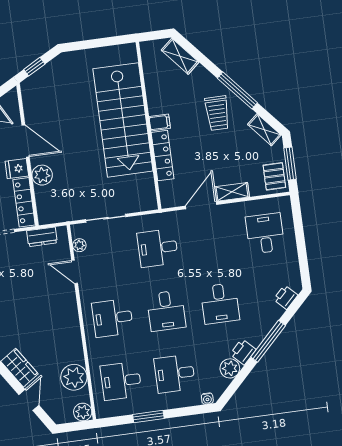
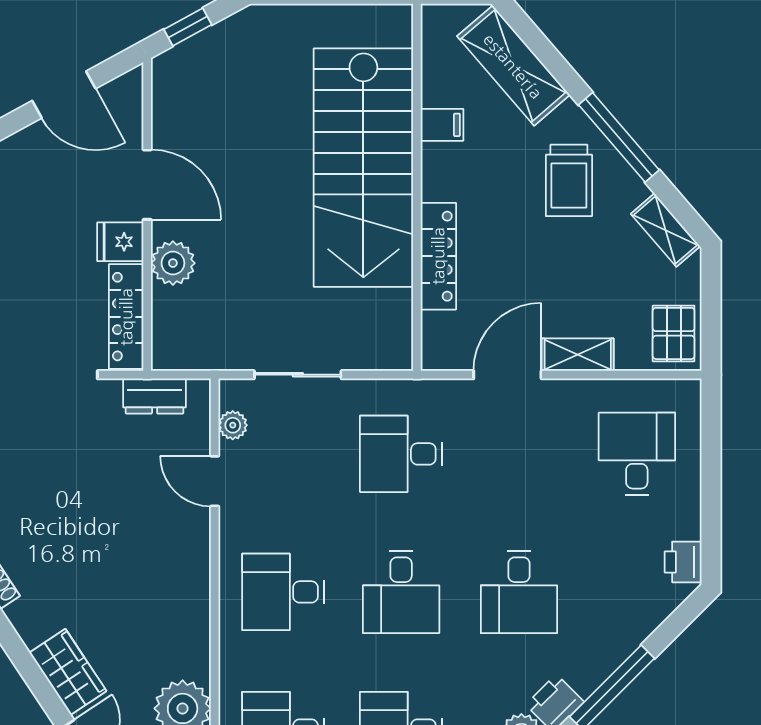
shelving: (180, 56) -> (513, 66), width x1.50, depth x1.33
filing cabinet: (160, 122) -> (442, 125), moved
window: (290, 164) -> (711, 310), removed
printer: (286, 297) -> (683, 562), moved, turned -45

